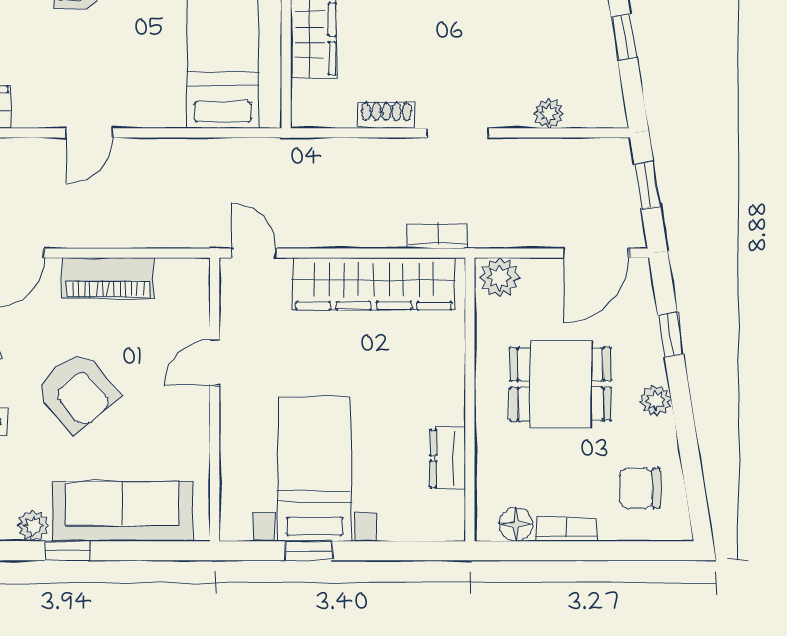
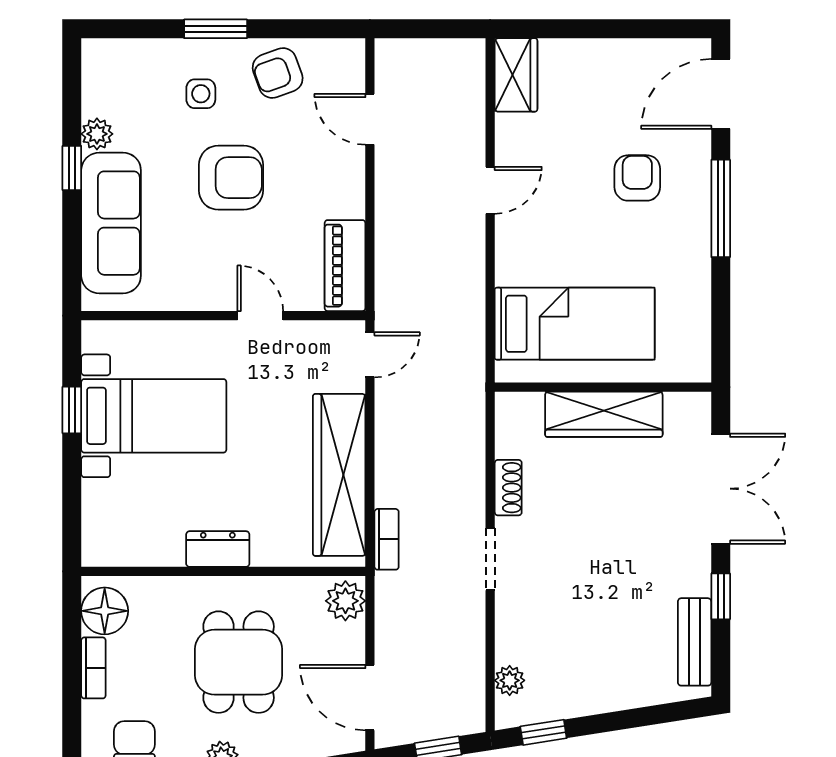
window: (624, 37) -> (543, 732), moved
plant: (549, 114) -> (510, 680), moved
door: (89, 133) -> (490, 190), swing flipped
piano: (108, 278) -> (345, 266), moved
armchair: (77, 392) -> (231, 178), turned -139
dresser: (448, 458) -> (218, 549), moved
floor lamp: (516, 524) -> (105, 611), width x1.38, depth x1.38

